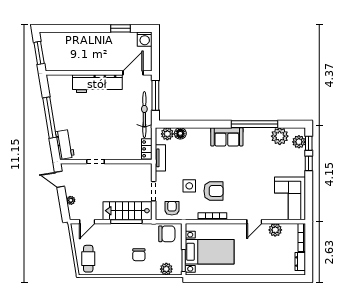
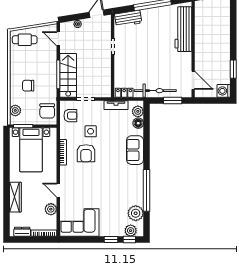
workbench: (97, 84) -> (183, 29), moved
window: (155, 95) -> (173, 101), width x0.69
sofa: (227, 137) -> (135, 150), moved
wardrobe: (262, 269) -> (15, 197), added

